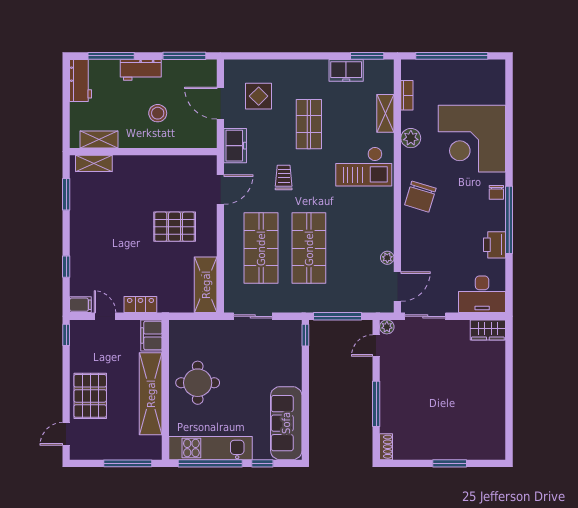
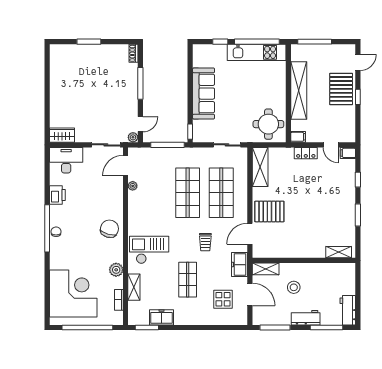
shelving: (99, 139) -> (266, 269), moved
corner desk: (472, 139) -> (73, 293), moved
window: (66, 194) -> (358, 215), moved
window: (509, 220) -> (47, 228), moved
pallet: (175, 227) -> (269, 211), moved
window: (66, 335) -> (358, 97), moved
filing cabinet: (151, 335) -> (298, 137), width x0.50
round table: (198, 383) -> (268, 124), moved
sofa: (286, 423) -> (204, 94), moved

